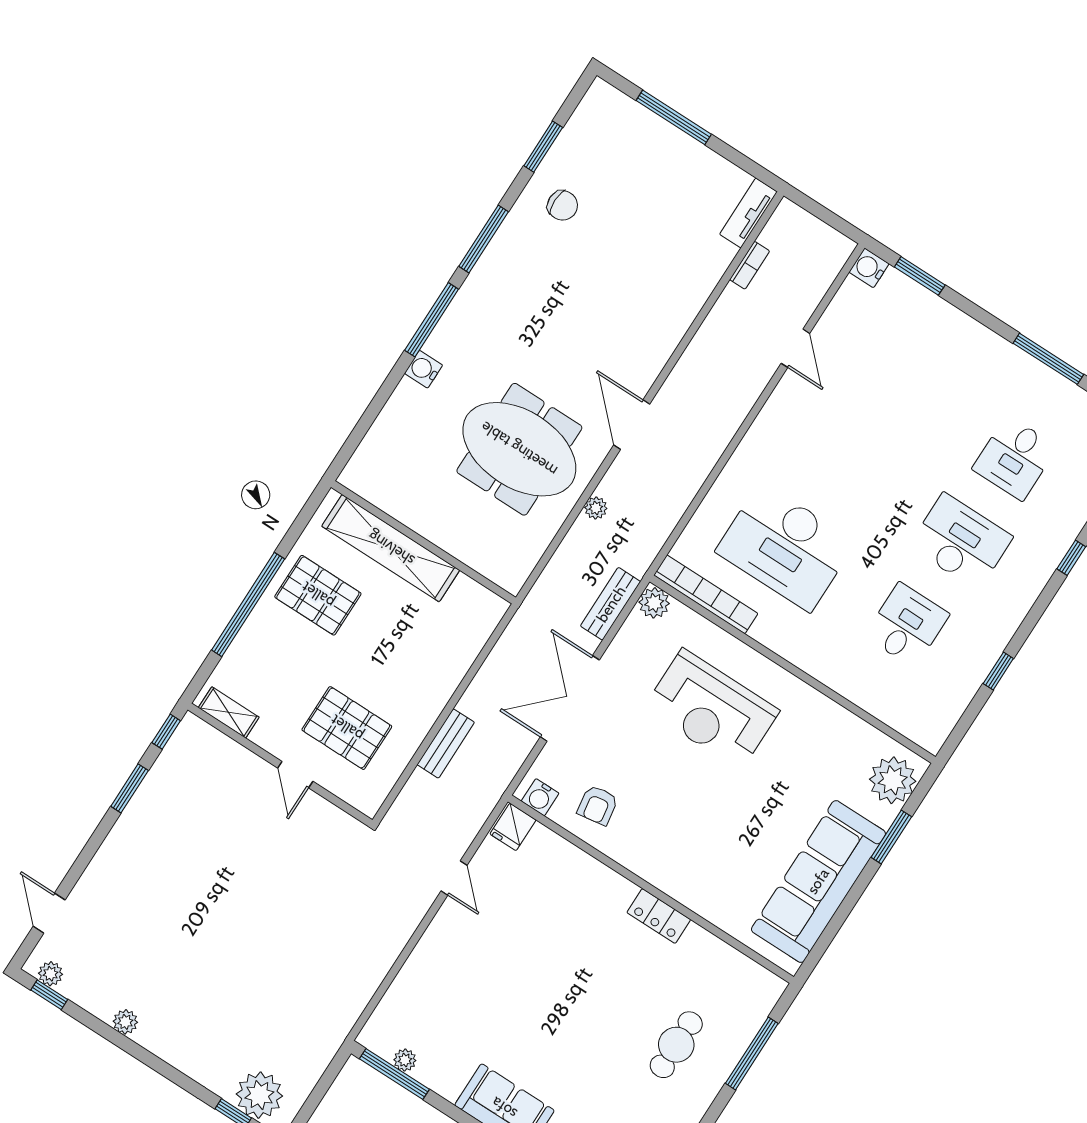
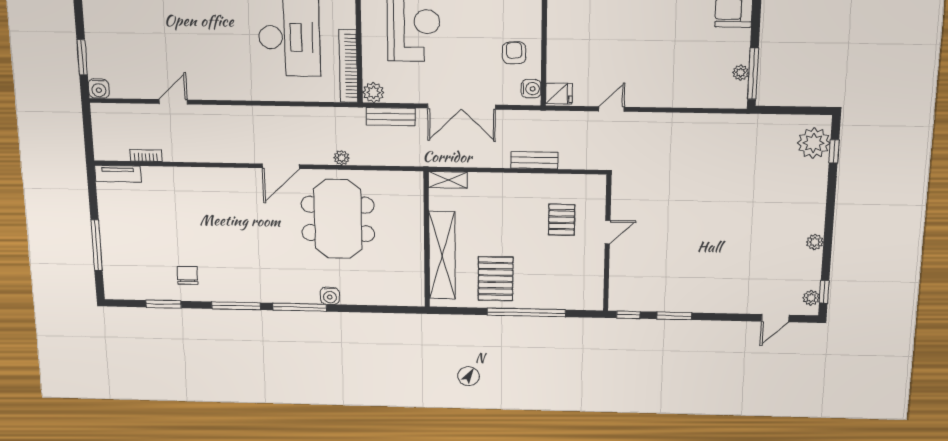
shelving: (229, 712) -> (448, 180), moved, turned 90
pallet: (347, 728) -> (562, 220), width x0.67, depth x0.71
armchair: (598, 805) -> (514, 53), turned -83

